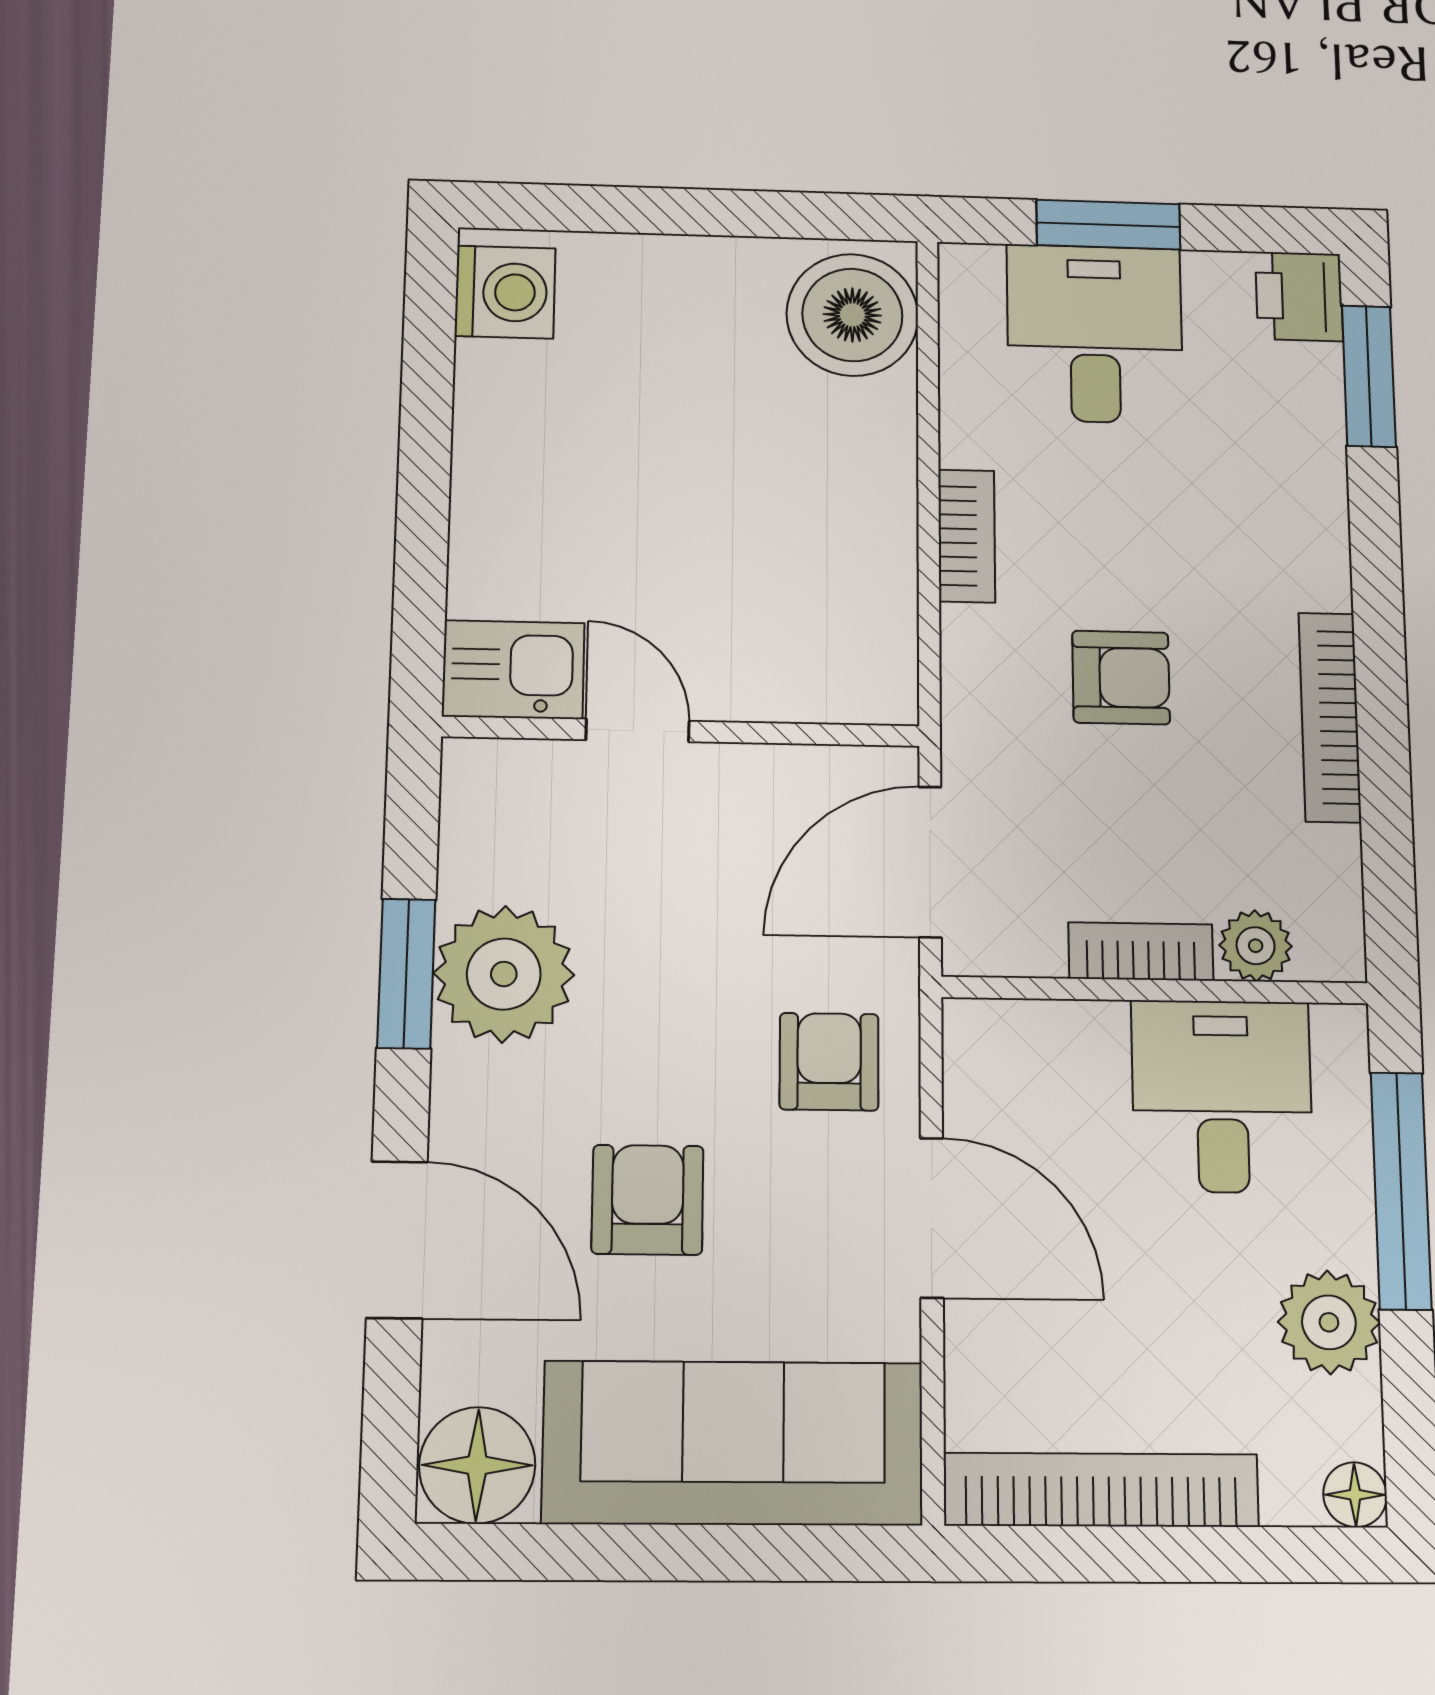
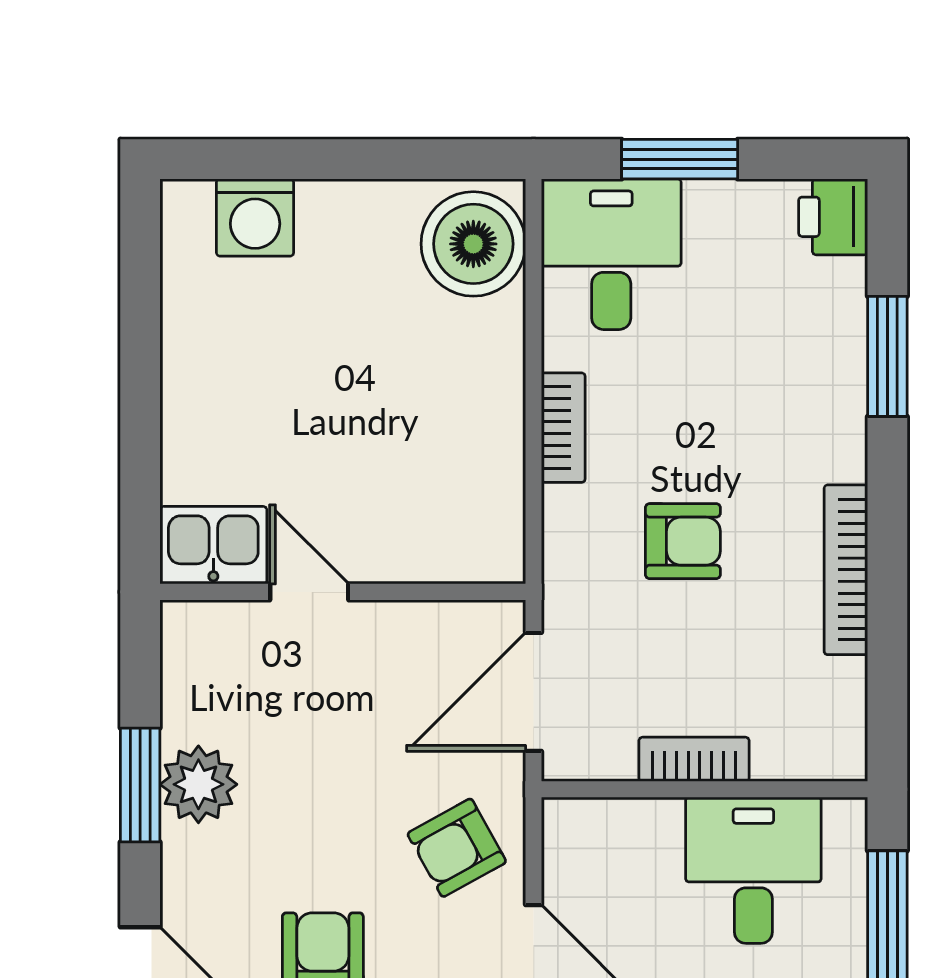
washing machine: (505, 292) -> (255, 217), moved, turned 90
desk: (1095, 334) -> (611, 254), moved
window: (1369, 376) -> (887, 356), moved
plant: (1256, 946) -> (782, 753), removed
plant: (504, 974) -> (198, 784), width x0.73, depth x0.73
armchair: (829, 1062) -> (457, 848), turned -119

